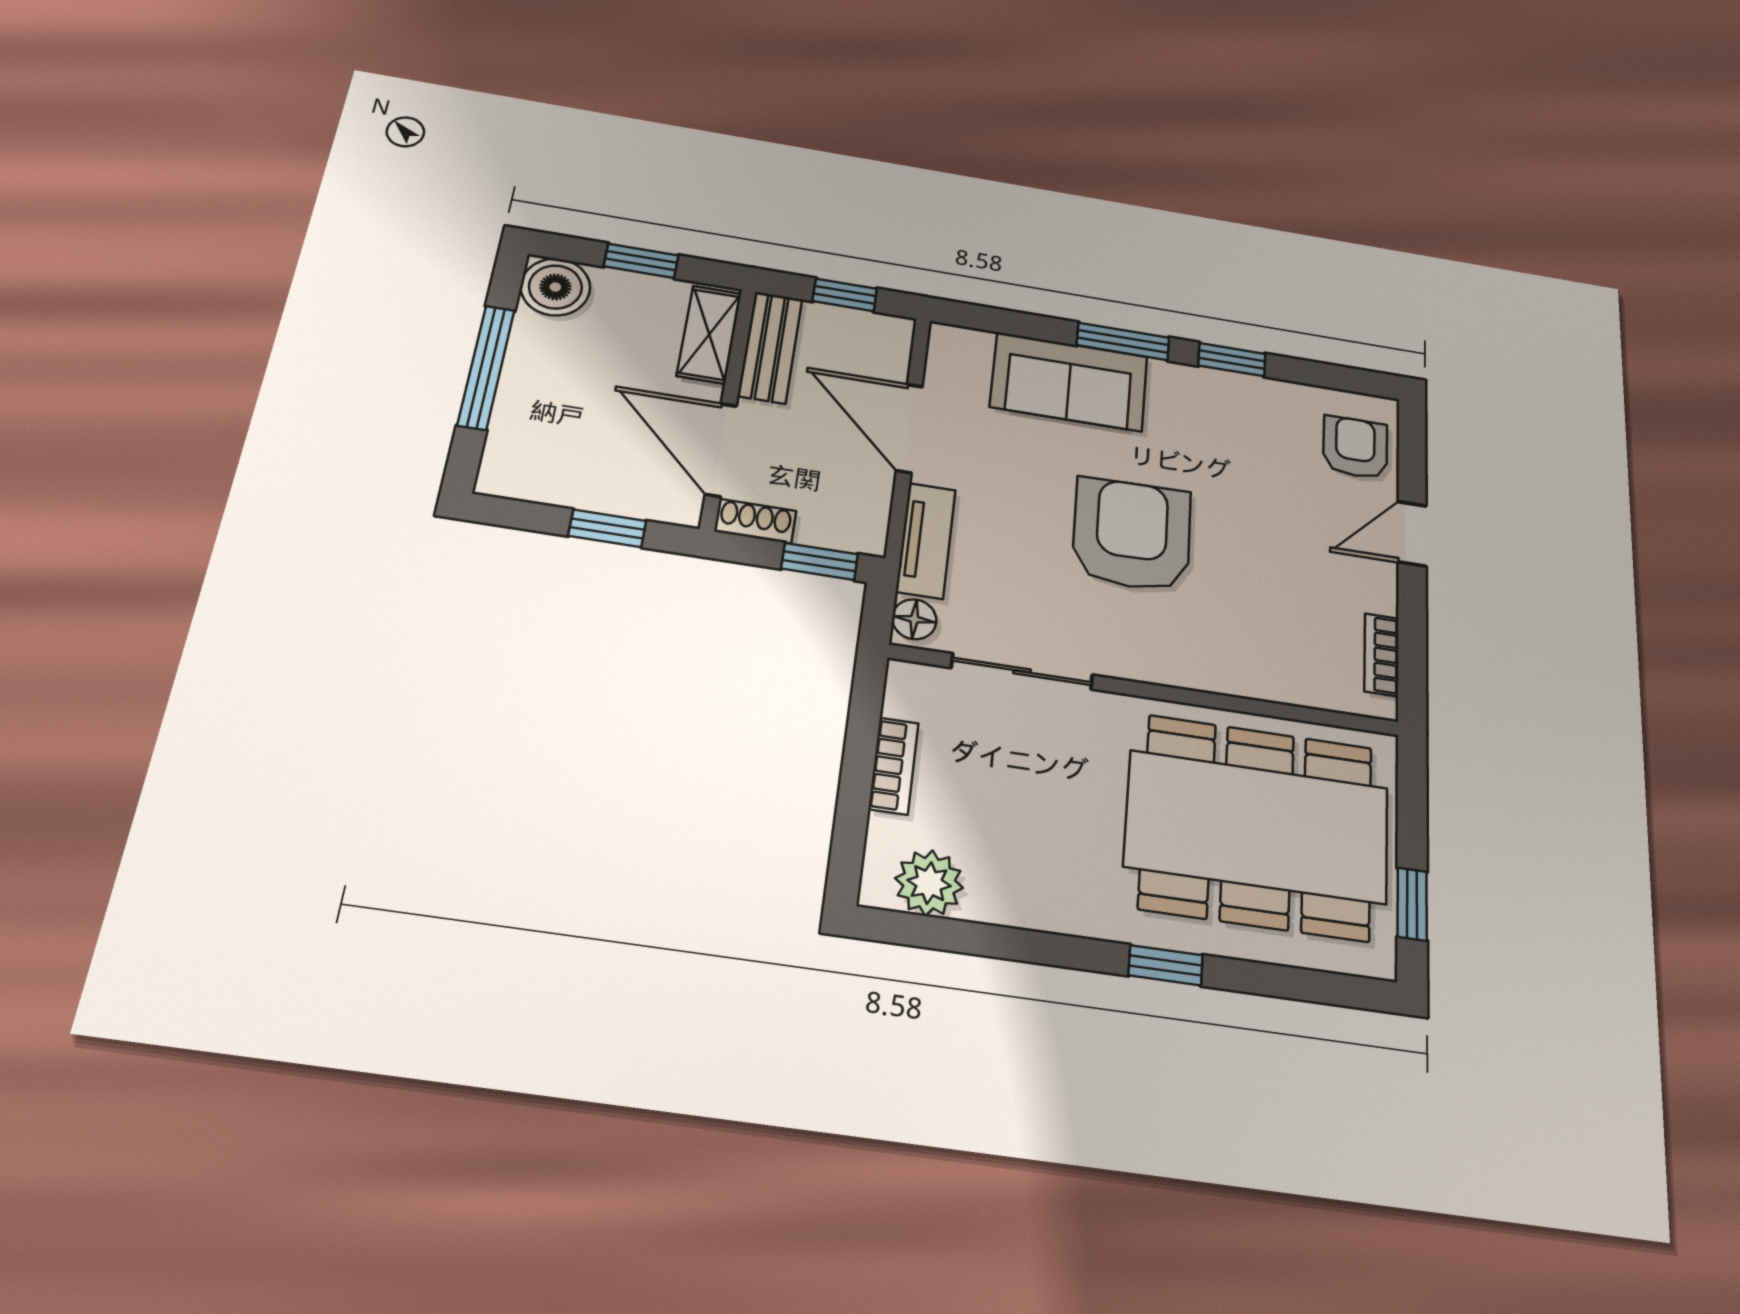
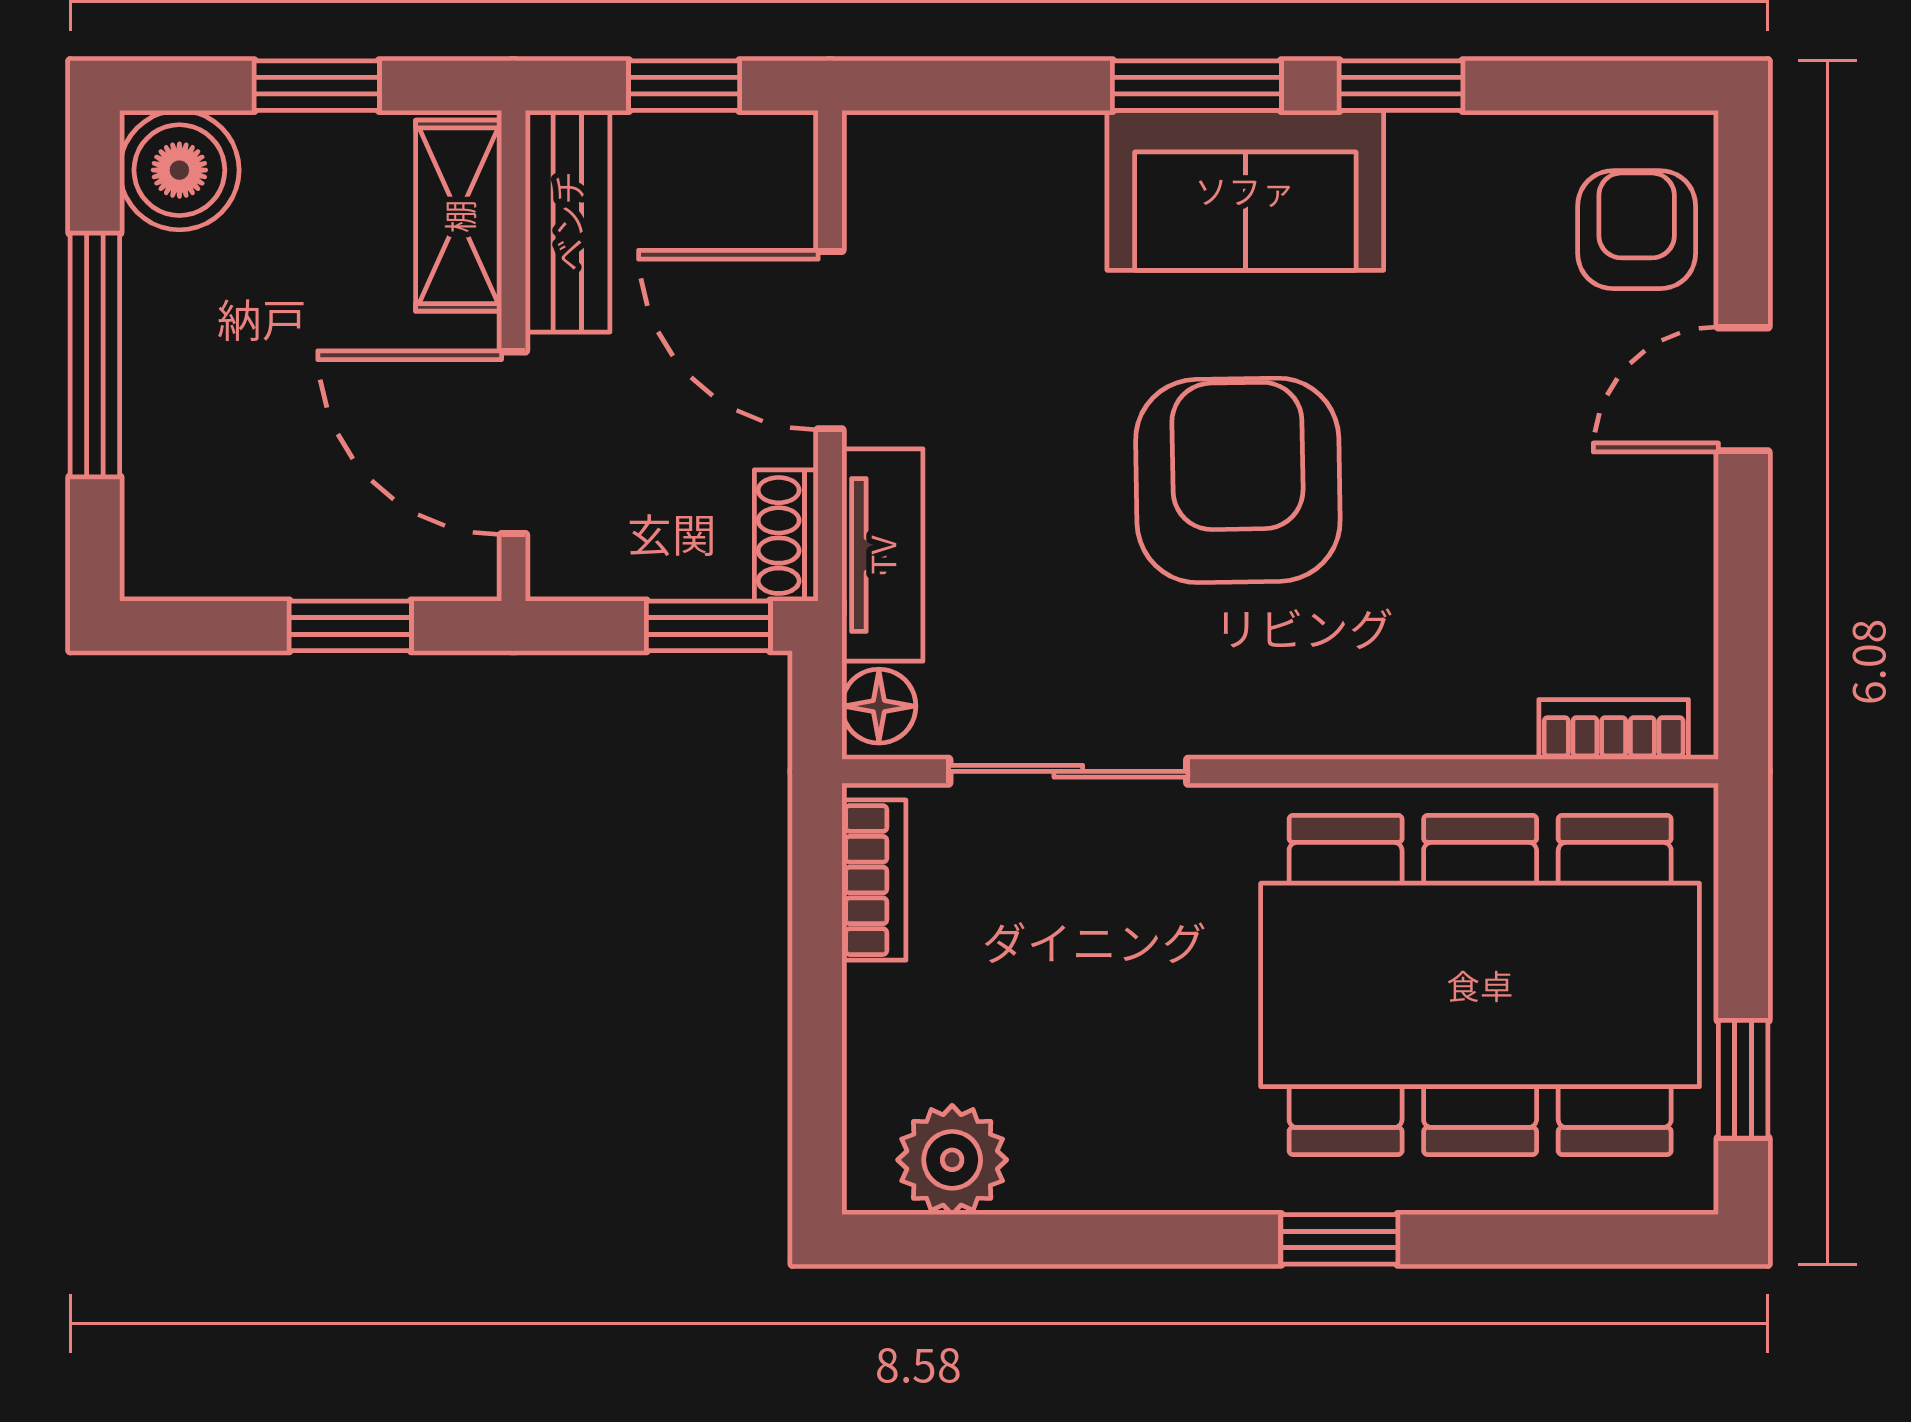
sofa: (1069, 382) -> (1245, 190), moved
shoe rack: (755, 521) -> (786, 535), moved, turned -90
bookcase: (1382, 655) -> (1614, 730), moved, turned 90
bookcase: (894, 766) -> (874, 880), moved

